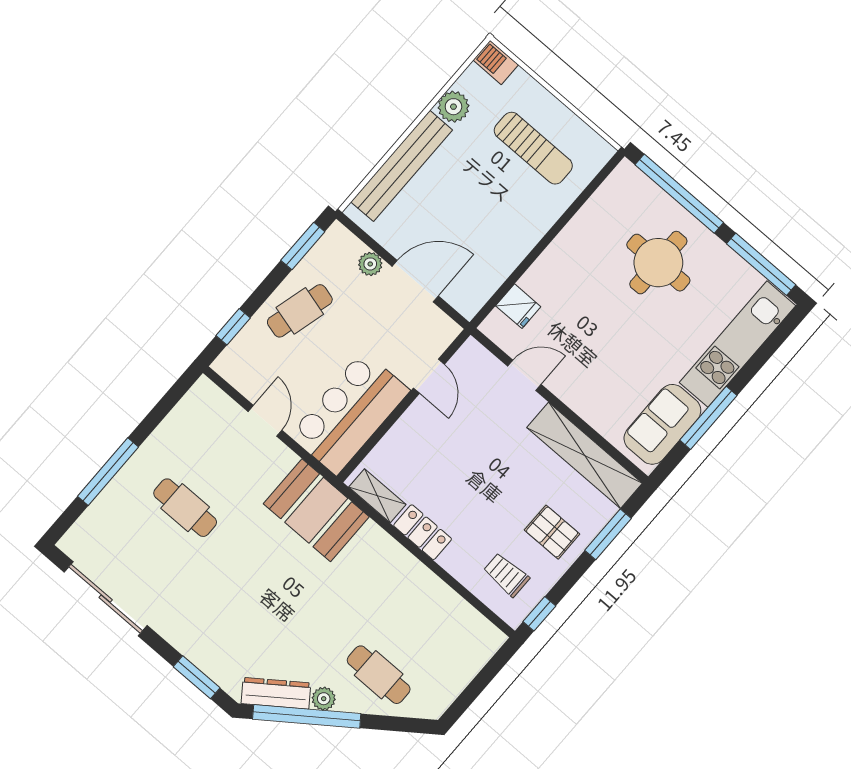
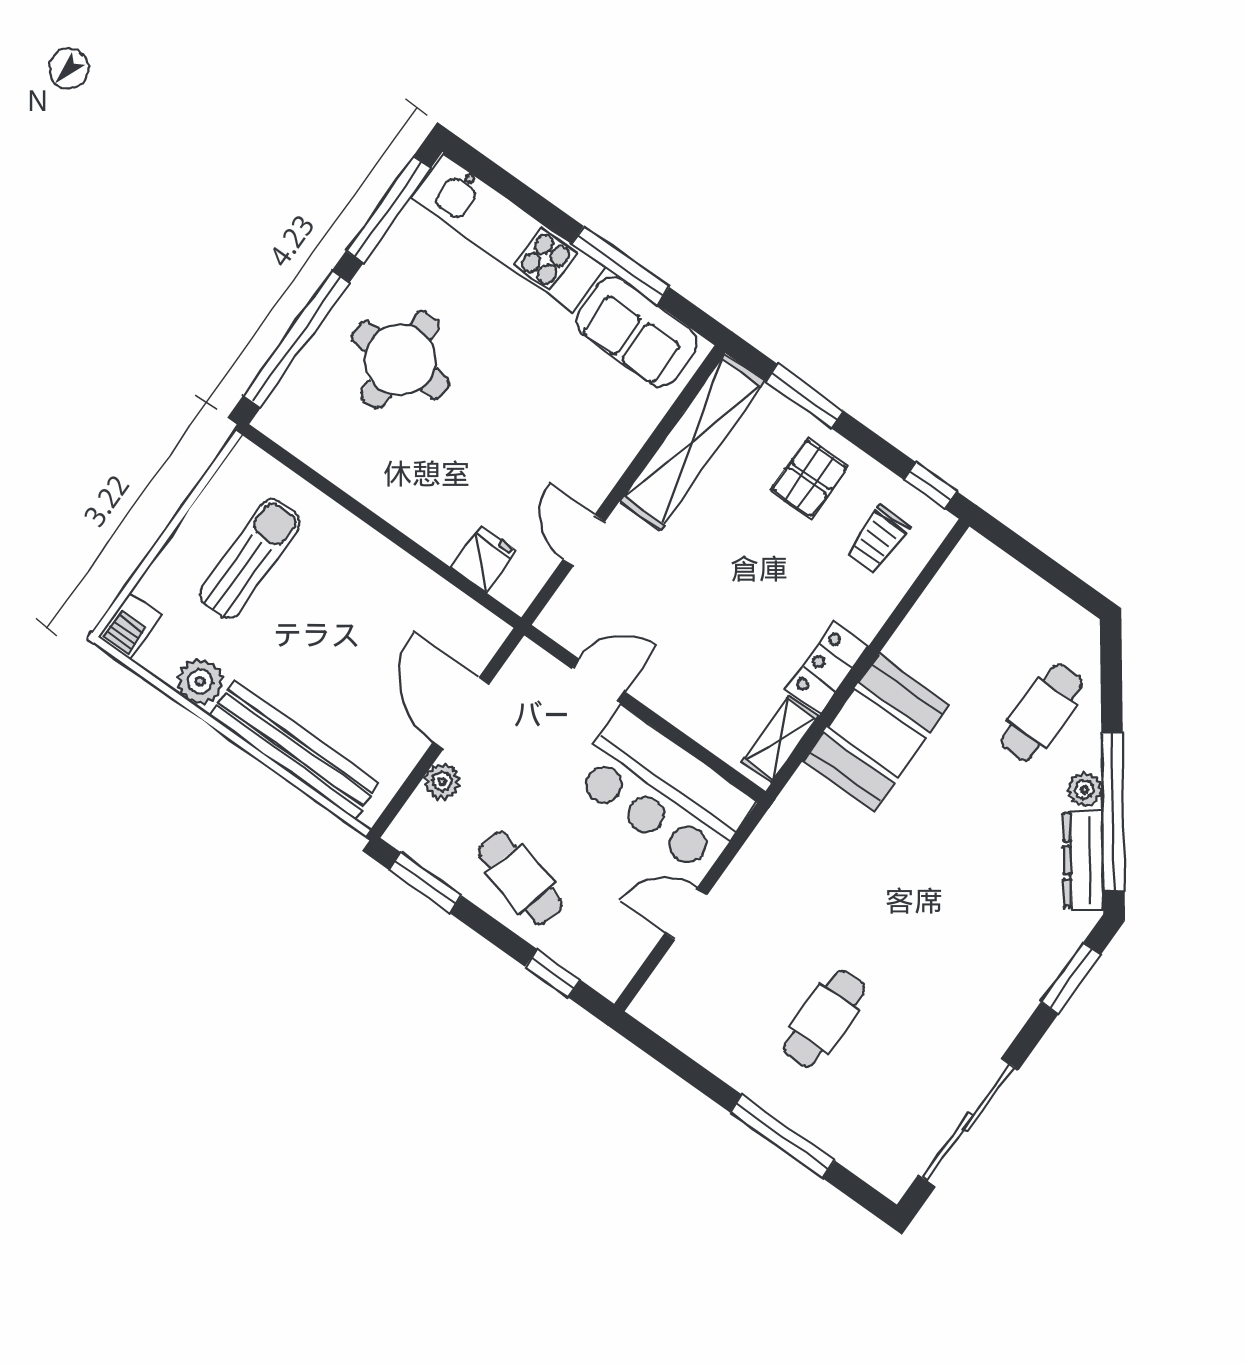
booth: (316, 510) -> (876, 733), moved

